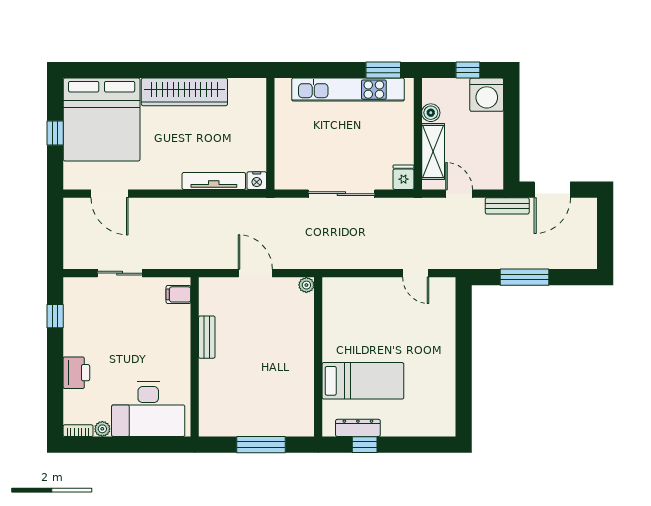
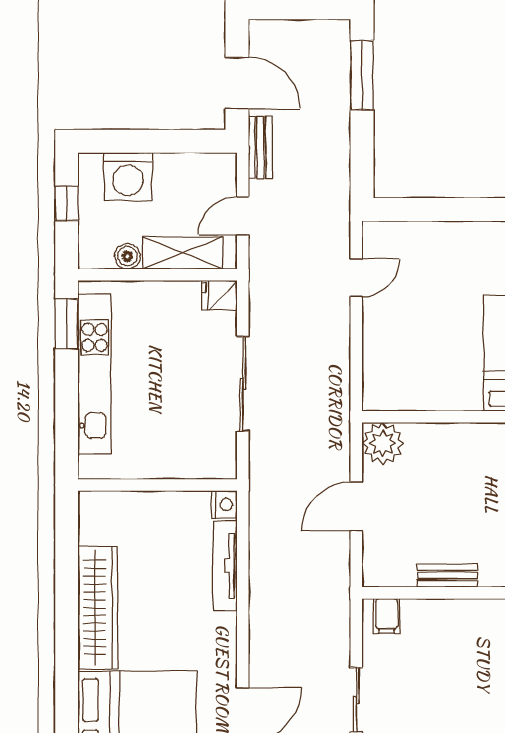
washing machine: (487, 95) -> (128, 177), moved, turned 90
window: (524, 277) -> (362, 75), moved
plant: (306, 285) -> (383, 443), width x1.87, depth x1.87

